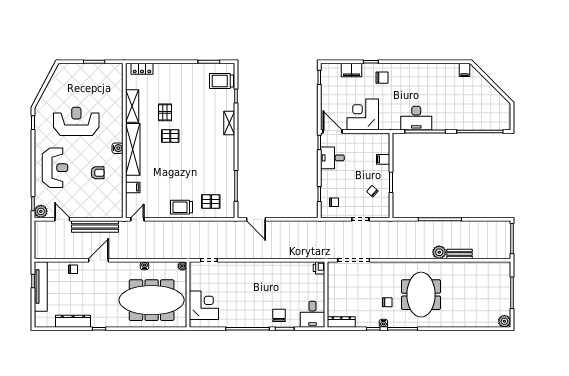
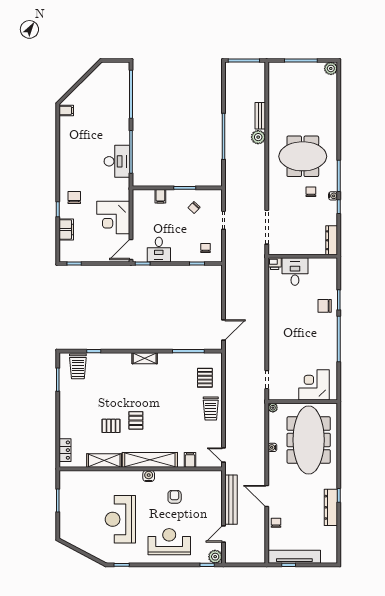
shelving: (229, 123) -> (145, 358), moved
desk: (312, 314) -> (295, 272), moved, turned -90
dresser: (73, 321) -> (331, 507), moved

